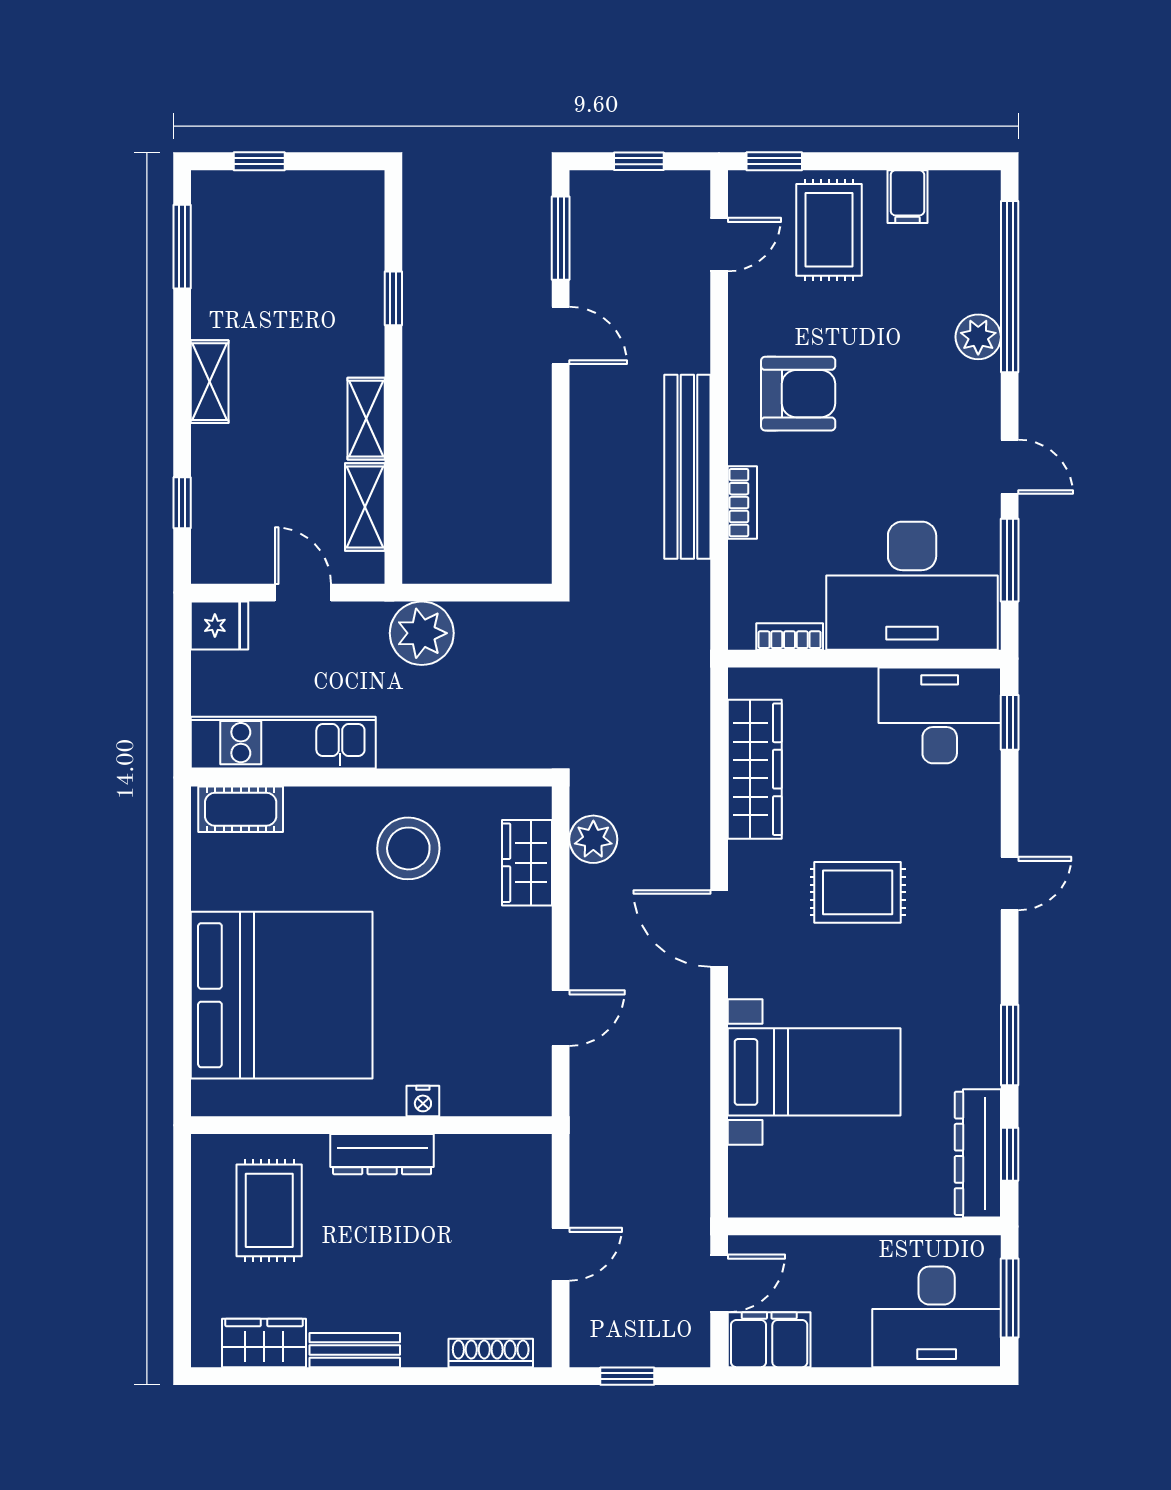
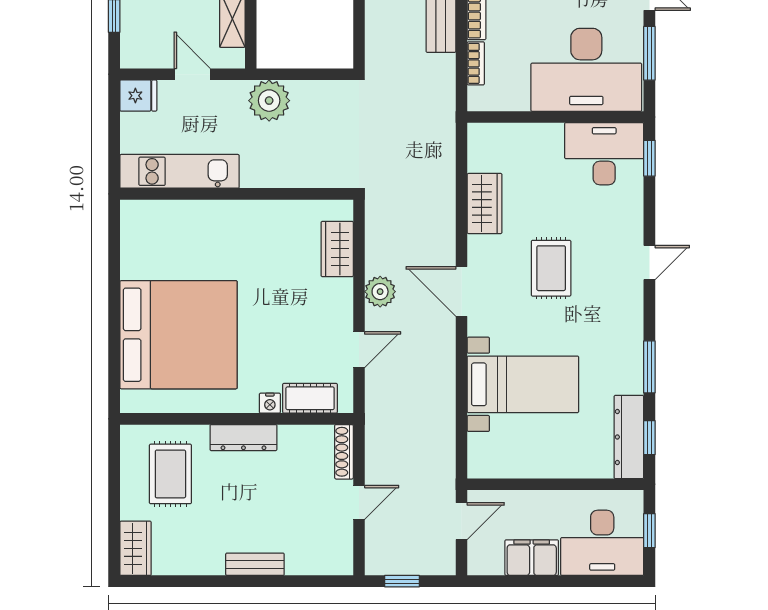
bookcase: (790, 637) -> (476, 63), moved, turned 90
wardrobe: (755, 769) -> (485, 204), width x0.67
cot: (241, 809) -> (310, 398), moved
plant: (593, 839) -> (380, 292), moved
stool: (408, 848) -> (260, 240), removed
rug: (858, 892) -> (551, 268), turned 90
window: (1010, 1298) -> (649, 531), width x0.67
filing cabinet: (769, 1340) -> (532, 558), moved
wardrobe: (264, 1343) -> (136, 548), moved, turned 90
bench: (355, 1350) -> (255, 564), moved
shoe rack: (491, 1353) -> (344, 452), moved, turned -90

